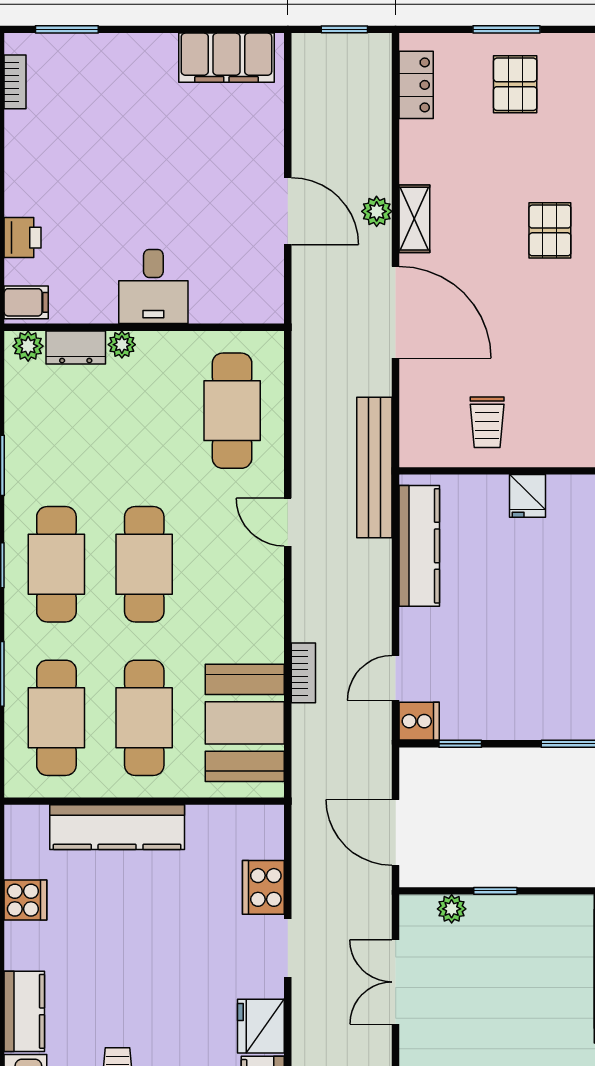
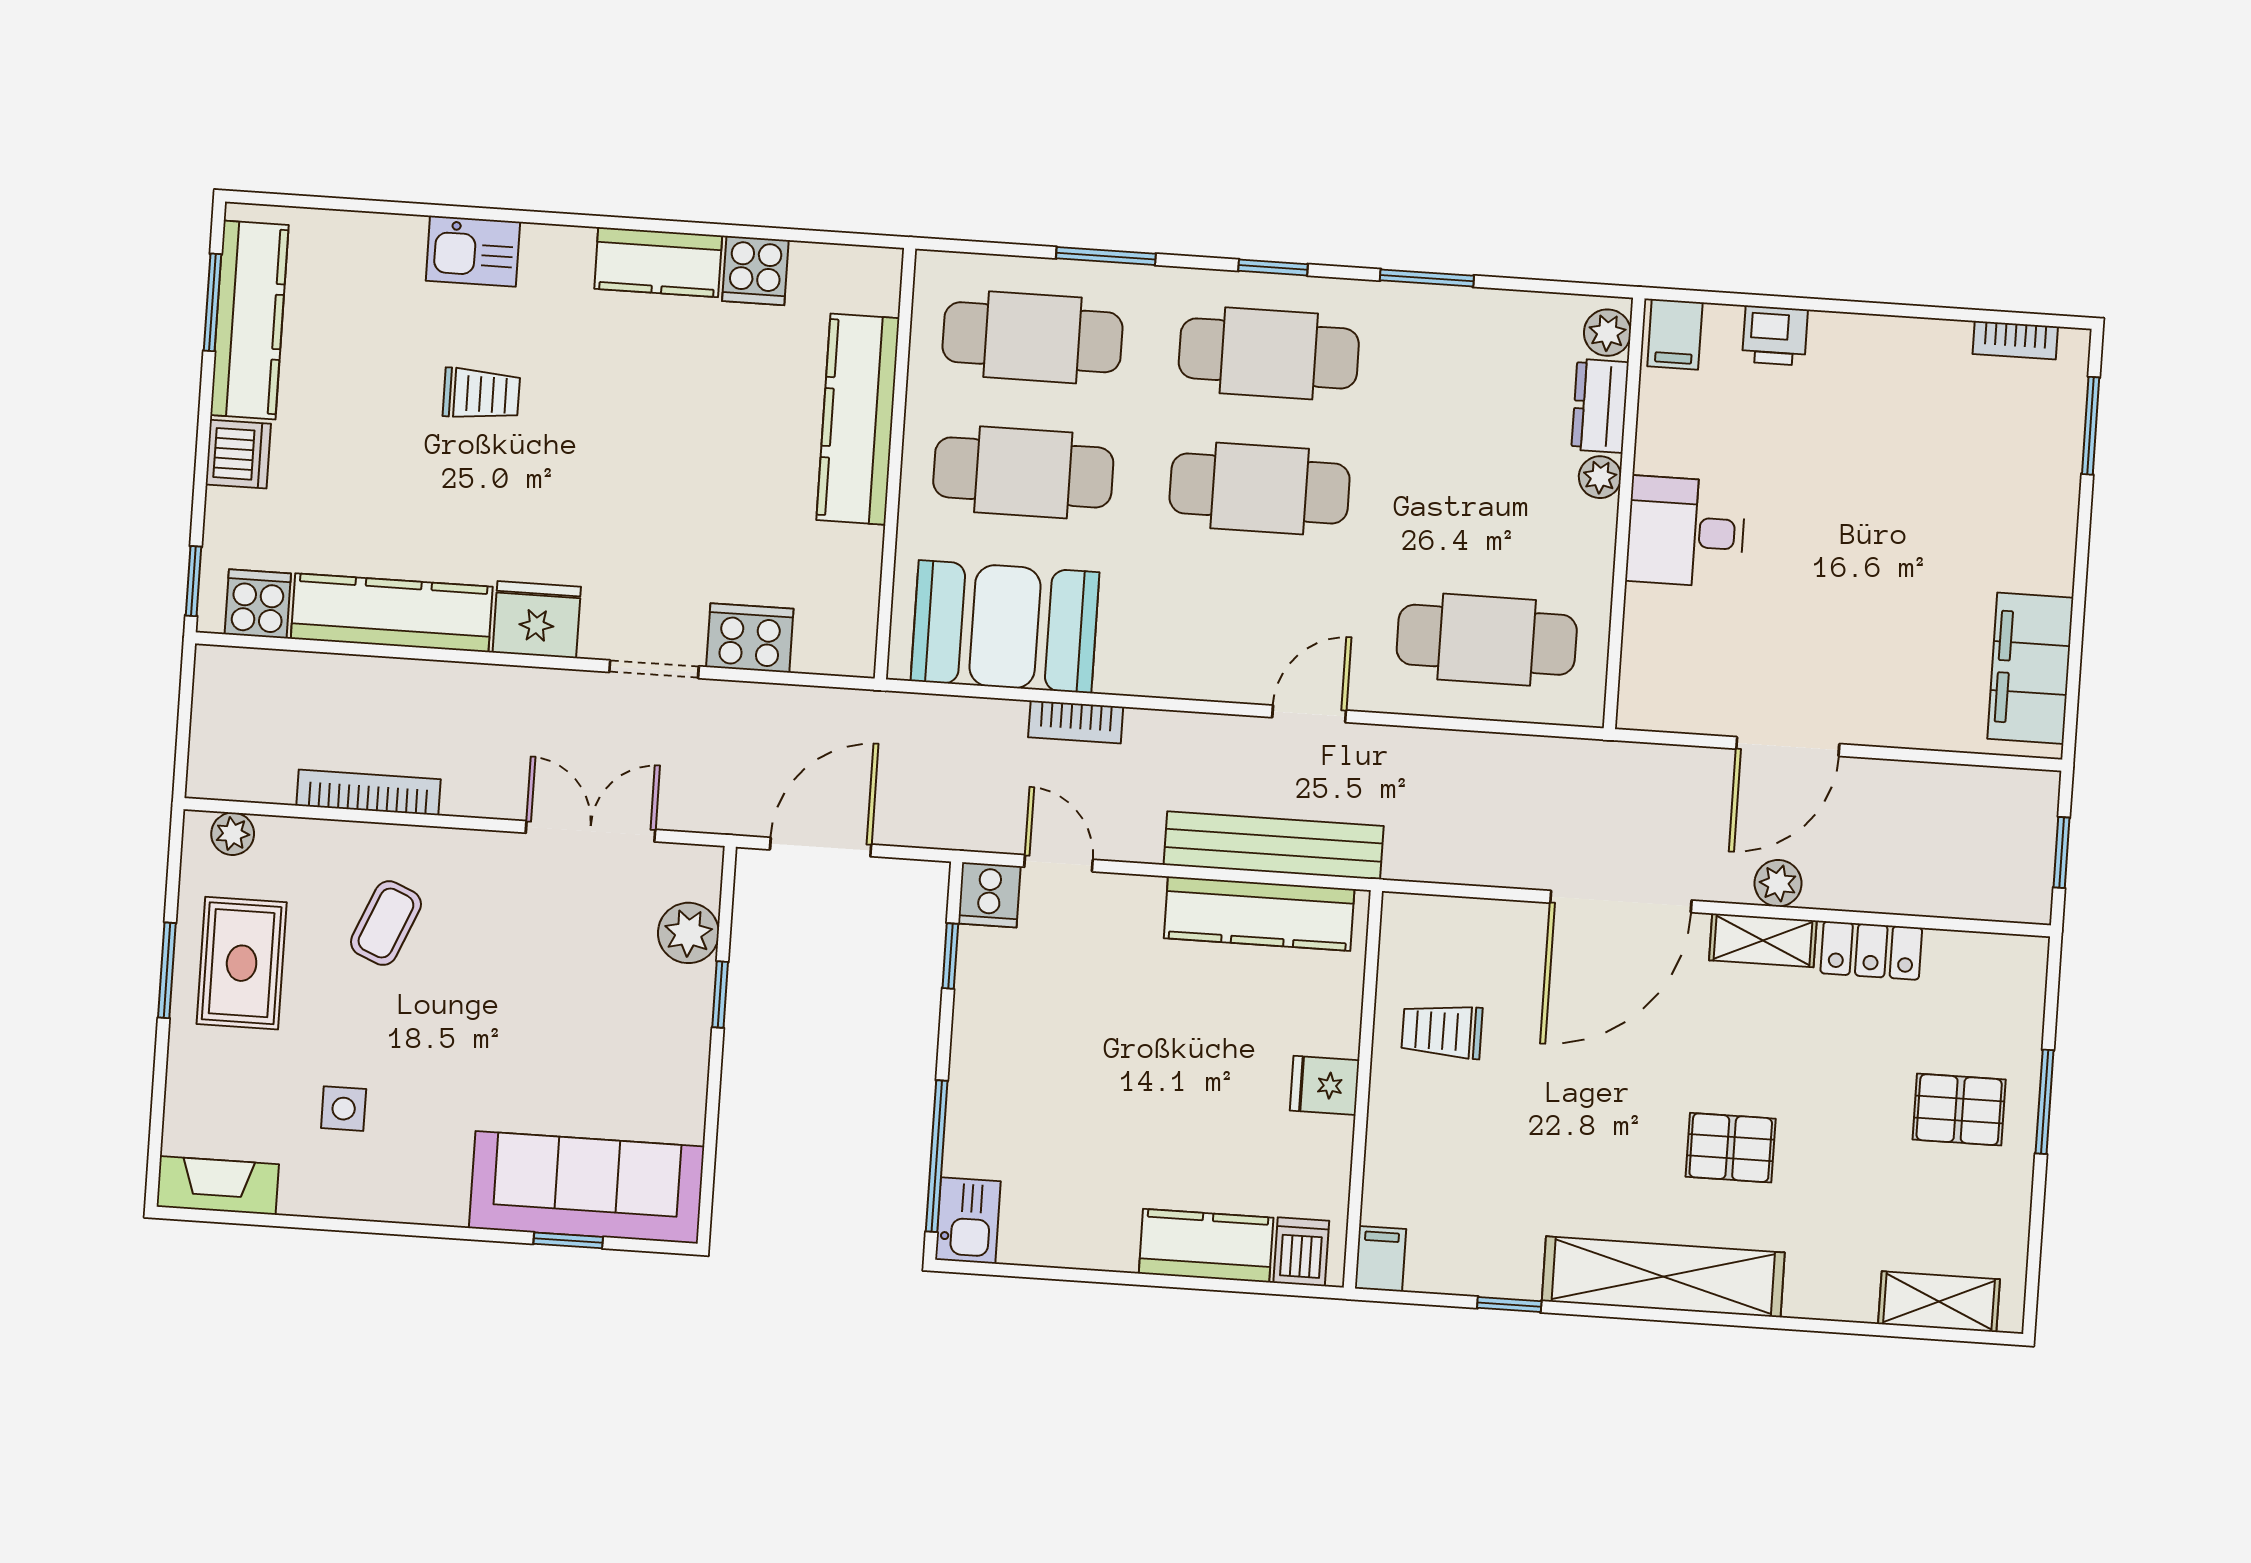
locker: (416, 85) -> (1871, 951), moved
bench: (374, 467) -> (1274, 845), moved
plant: (452, 909) -> (688, 933), width x1.38, depth x1.38
kitchen counter: (24, 1011) -> (658, 262), moved

